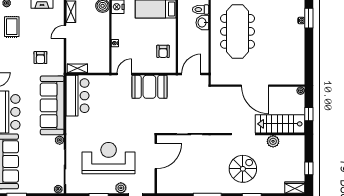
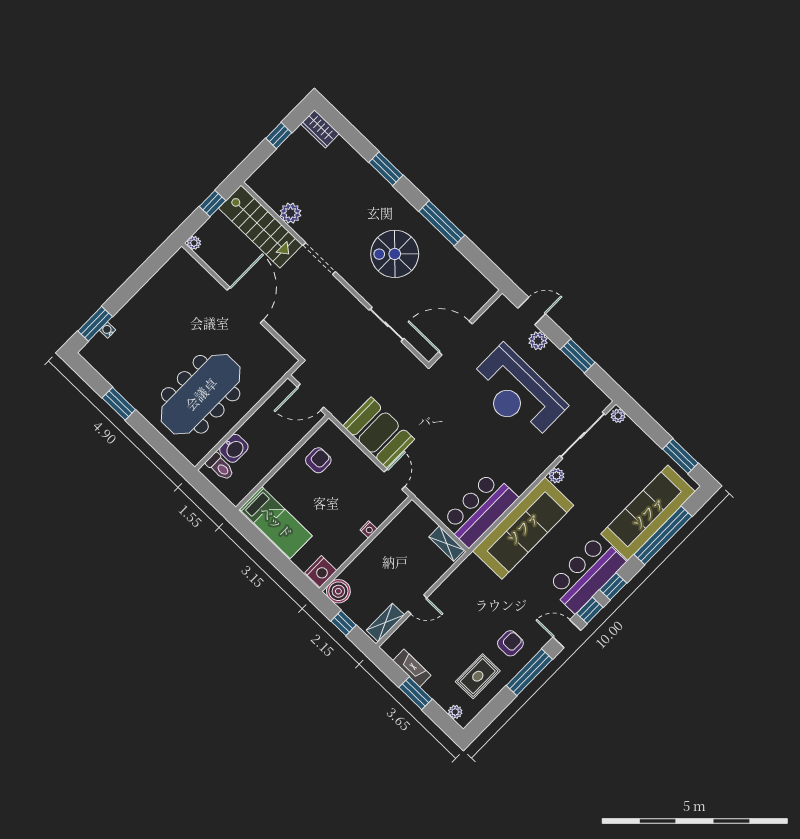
armchair: (40, 58) -> (510, 643), moved
door: (124, 74) -> (395, 479), swing flipped
spiral stairs: (243, 169) -> (395, 254), moved

